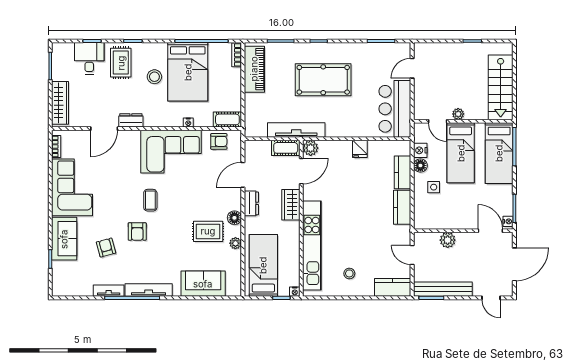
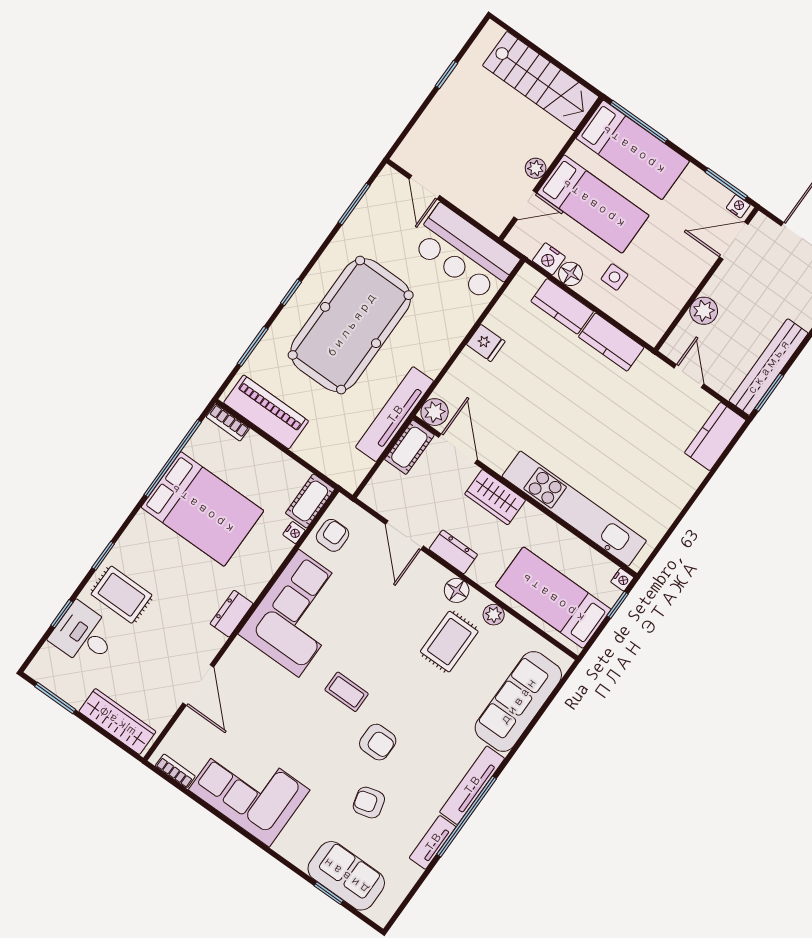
stool: (154, 77) -> (176, 561), removed
pool table: (323, 80) -> (351, 325), width x1.36, depth x1.32
dresser: (131, 120) -> (232, 614), moved
nightstand: (188, 122) -> (294, 533), moved
sofa: (64, 239) -> (346, 876), moved
door: (412, 255) -> (689, 376), swing flipped
stool: (349, 273) -> (652, 484), removed
sofa: (203, 284) -> (518, 701), width x1.36

